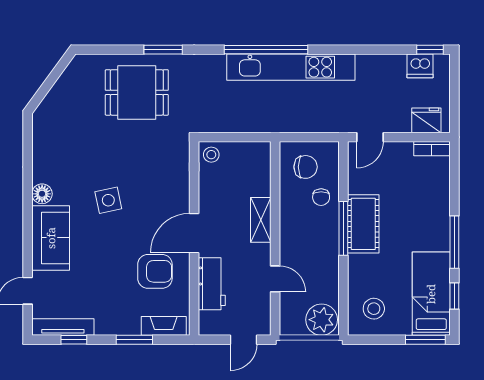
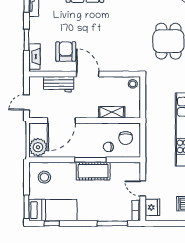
door: (370, 137) -> (143, 188), moved
side table: (108, 200) -> (107, 25), removed
shelving: (261, 220) -> (112, 112), moved
window: (454, 242) -> (112, 223), moved
armchair: (155, 271) -> (66, 52), turned 180
door: (275, 279) -> (61, 121), width x1.87
door: (244, 340) -> (27, 102), hinge flipped

